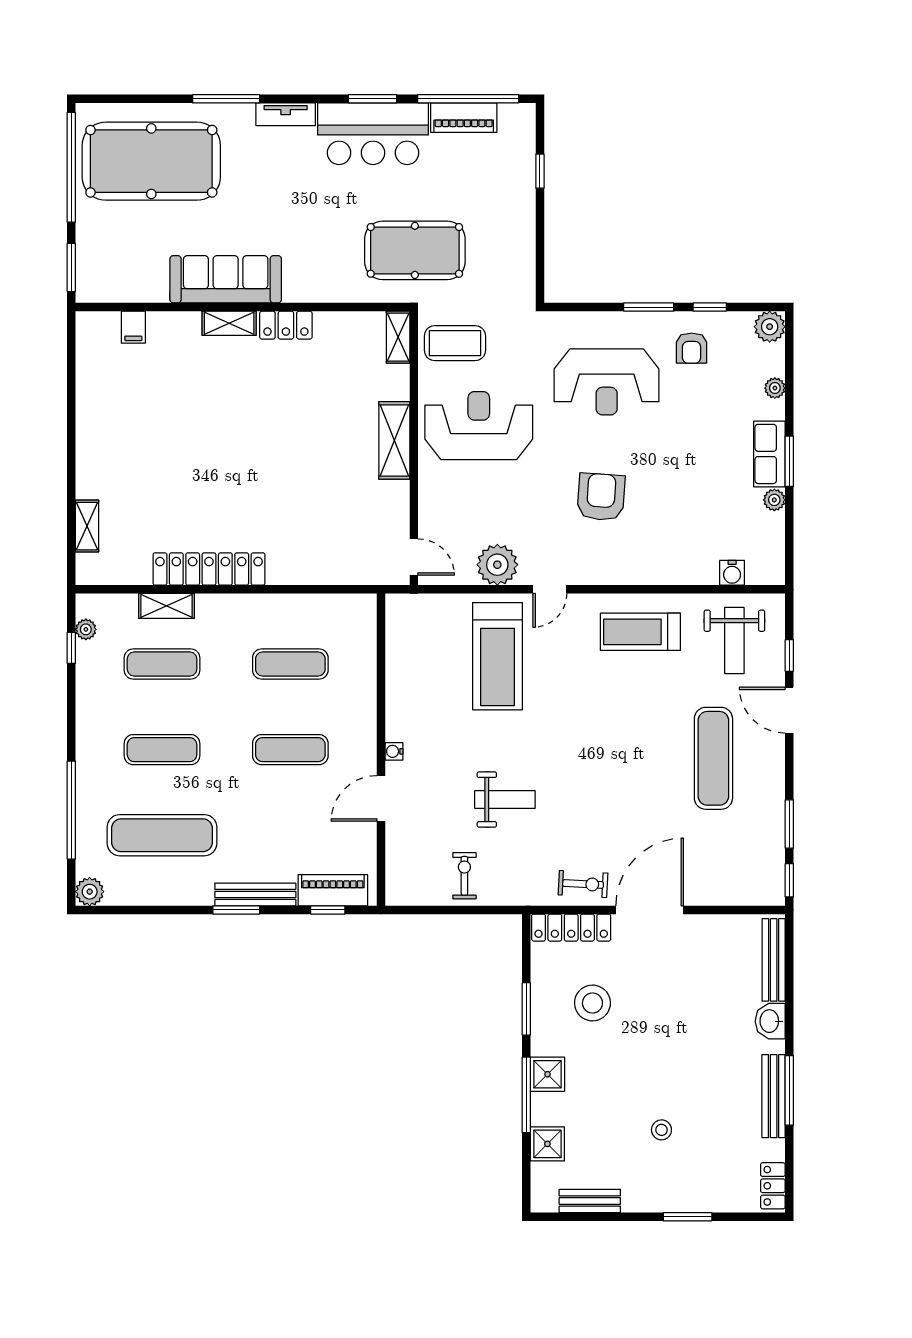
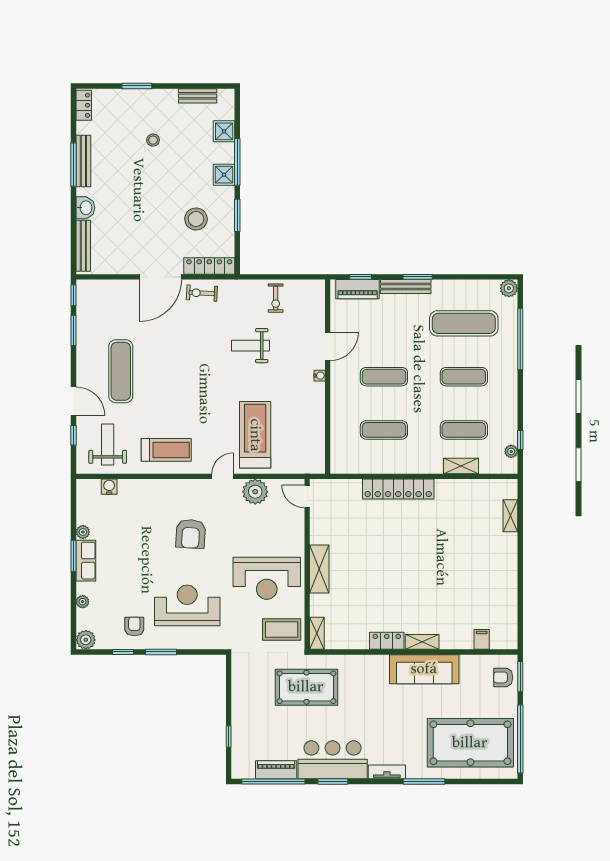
armchair: (99, 266) -> (503, 677), added
locker: (209, 569) -> (398, 489), moved

